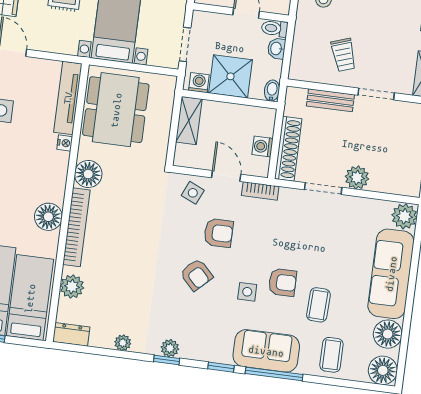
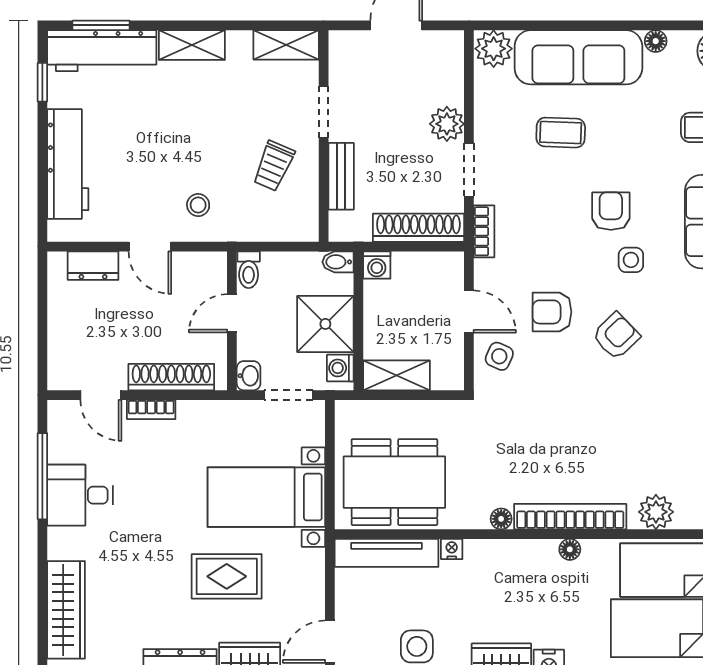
washbasin: (277, 49) -> (249, 376), moved, turned -90
trolley: (344, 55) -> (274, 166), turned 132
washing machine: (263, 146) -> (377, 265), moved
floor lamp: (88, 174) -> (501, 519), width x0.53, depth x0.53
door: (226, 176) -> (469, 312), swing flipped
bookcase: (260, 191) -> (484, 231), moved
floor lamp: (48, 217) -> (570, 549), width x0.53, depth x0.53
armchair: (219, 233) -> (552, 312), turned -90
coffee table: (318, 305) -> (561, 133), moved
floor lamp: (388, 334) -> (656, 41), width x0.53, depth x0.53

